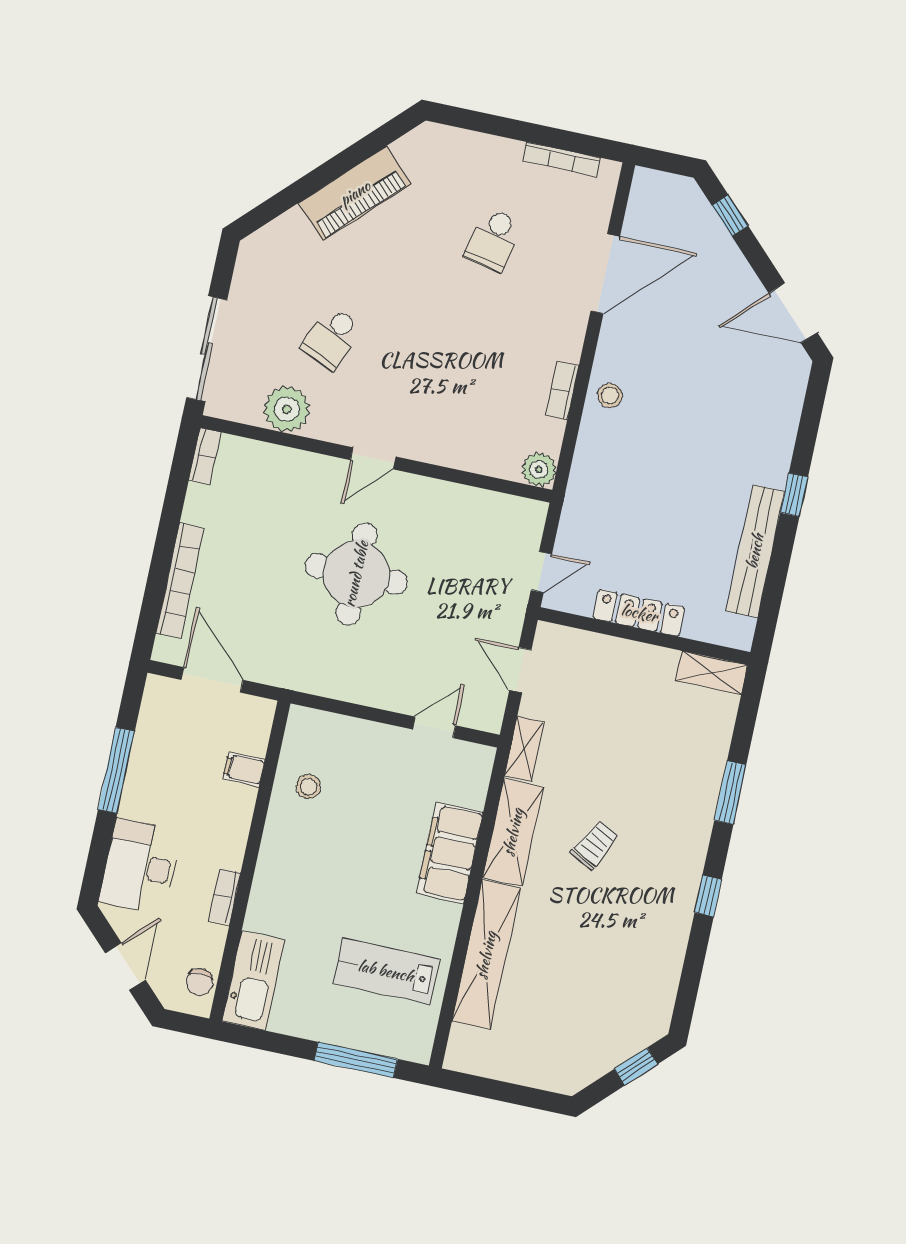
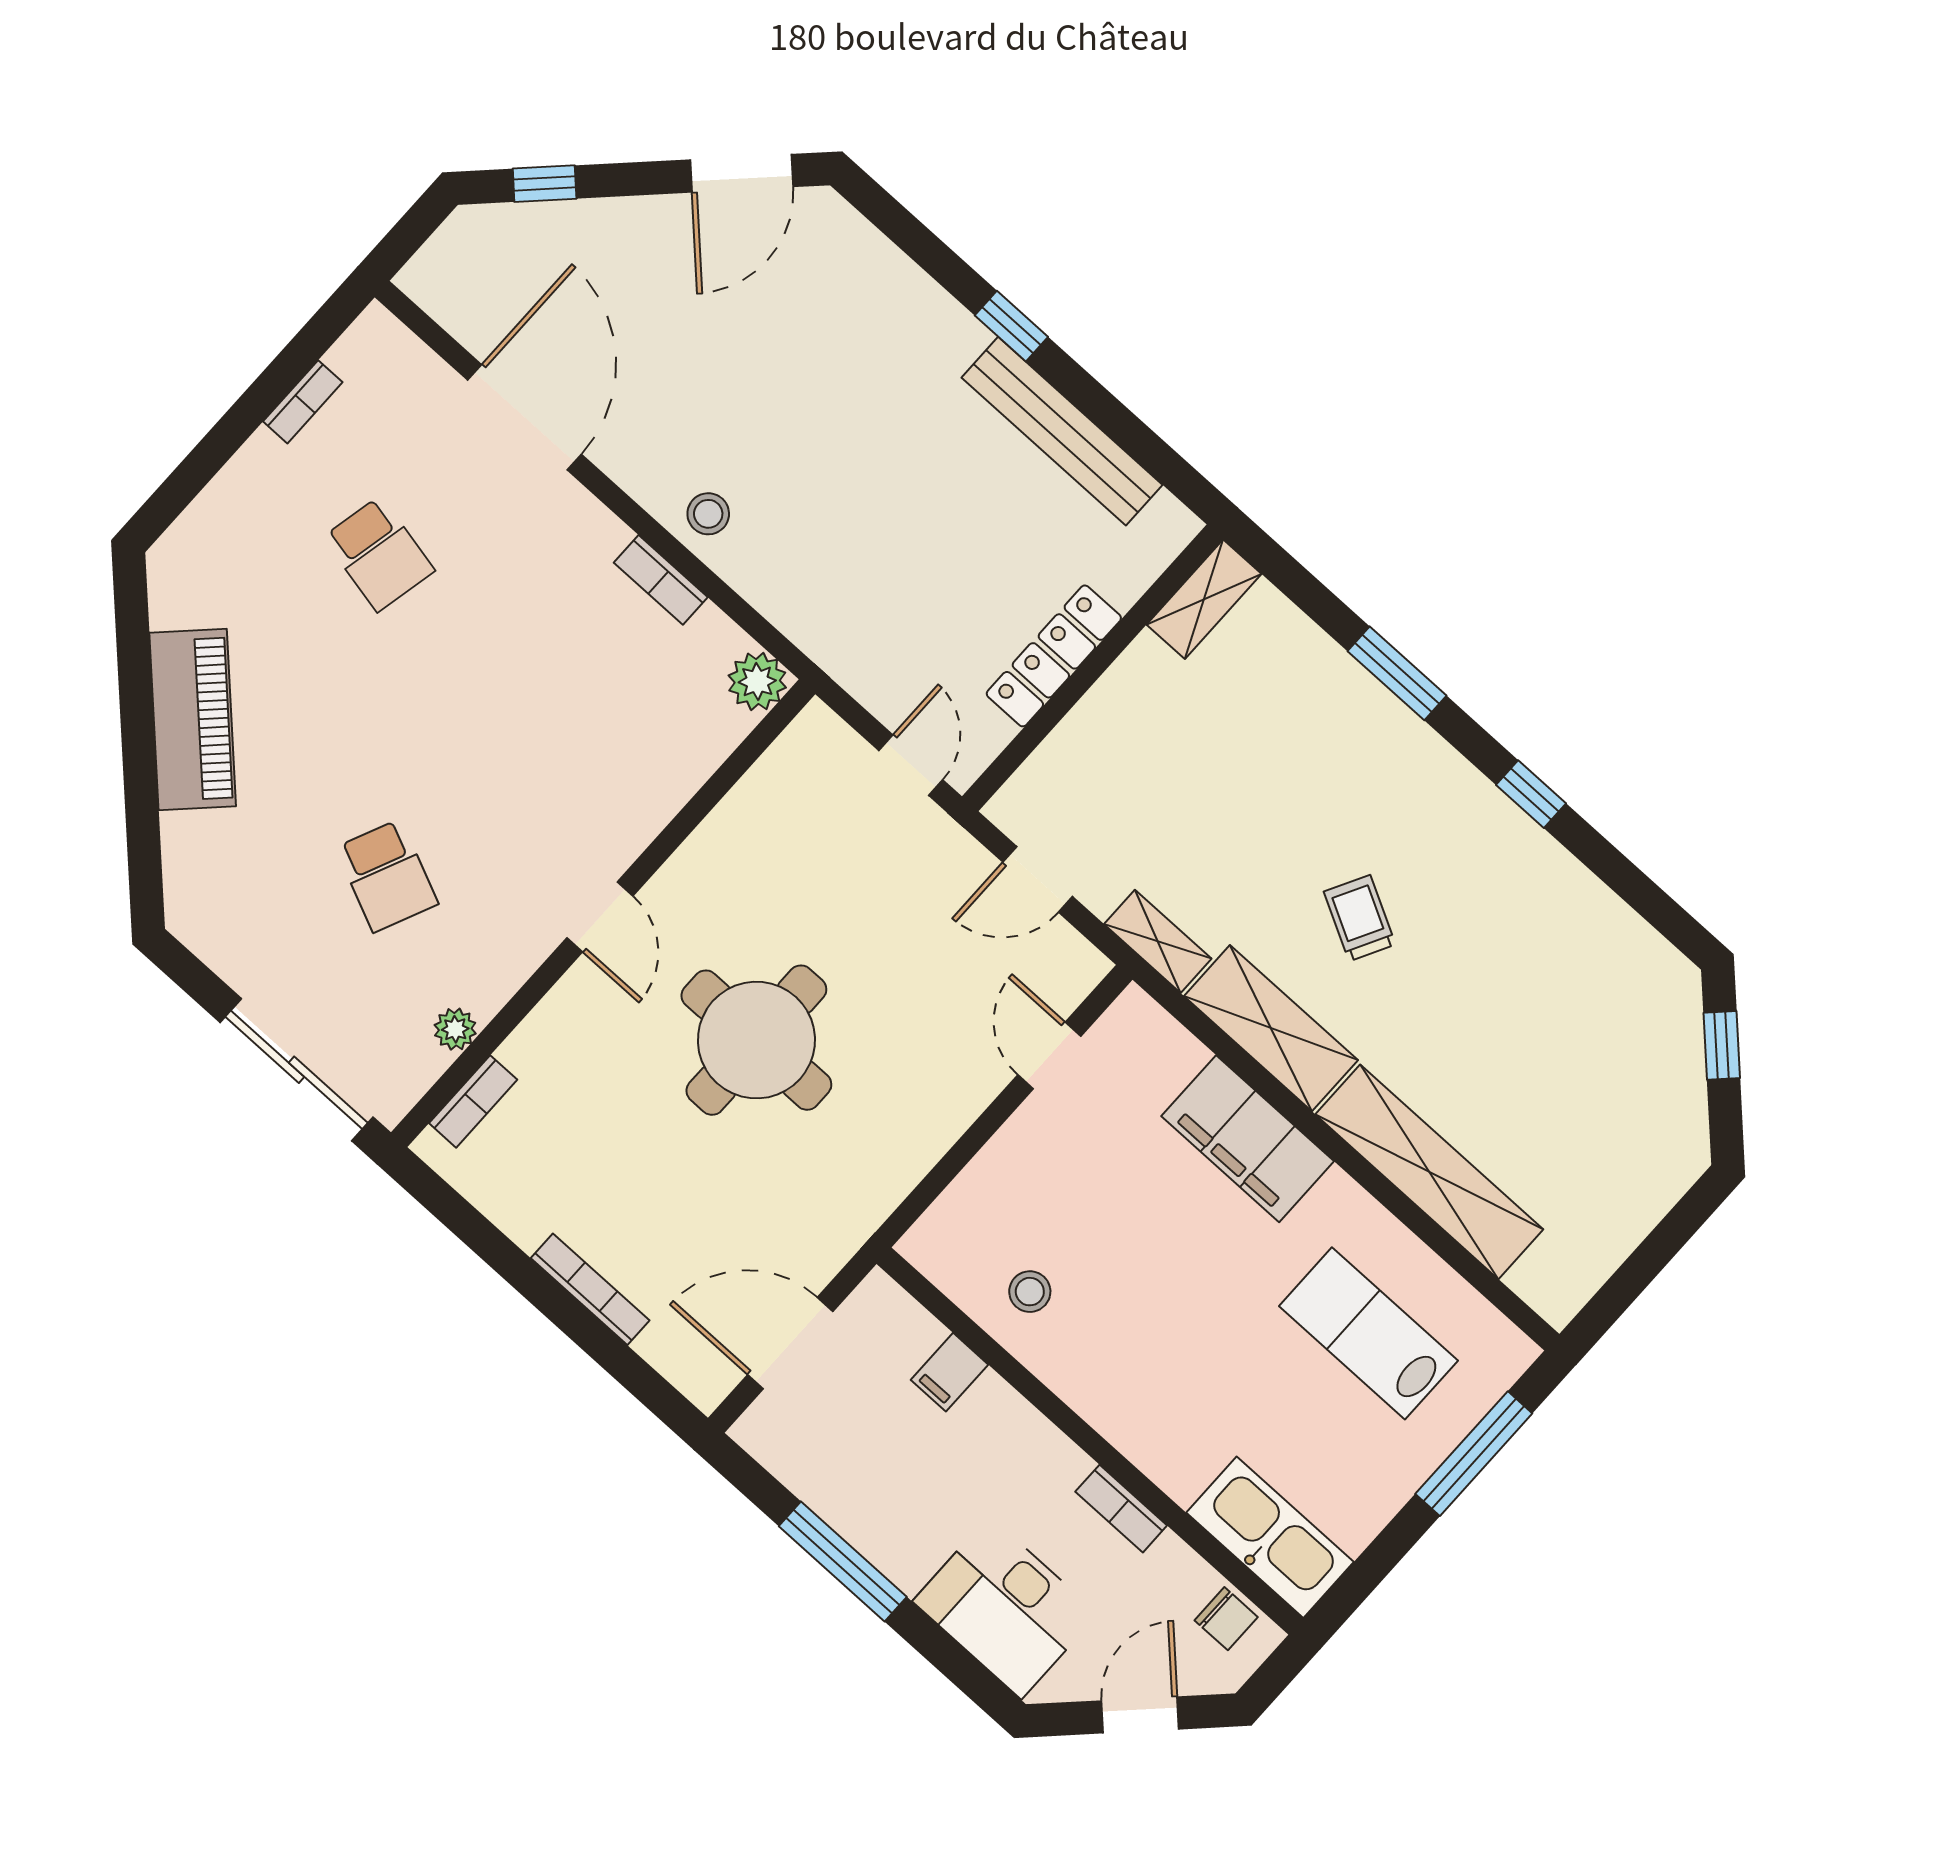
bookcase: (562, 159) -> (303, 402), width x0.64
plant: (287, 409) -> (455, 1029), width x0.53, depth x0.53
bookcase: (205, 456) -> (473, 1101), moved, turned 90
bookcase: (180, 581) -> (590, 1289), width x0.68, depth x0.76
door: (125, 967) -> (1140, 1715), hinge flipped
lab bench: (386, 971) -> (1368, 1333), turned 90

